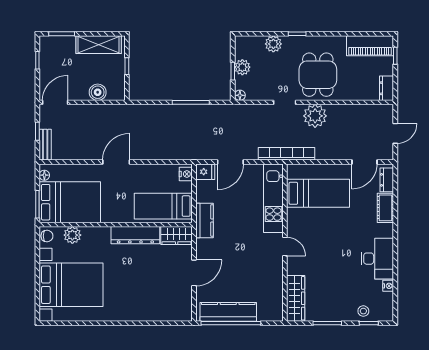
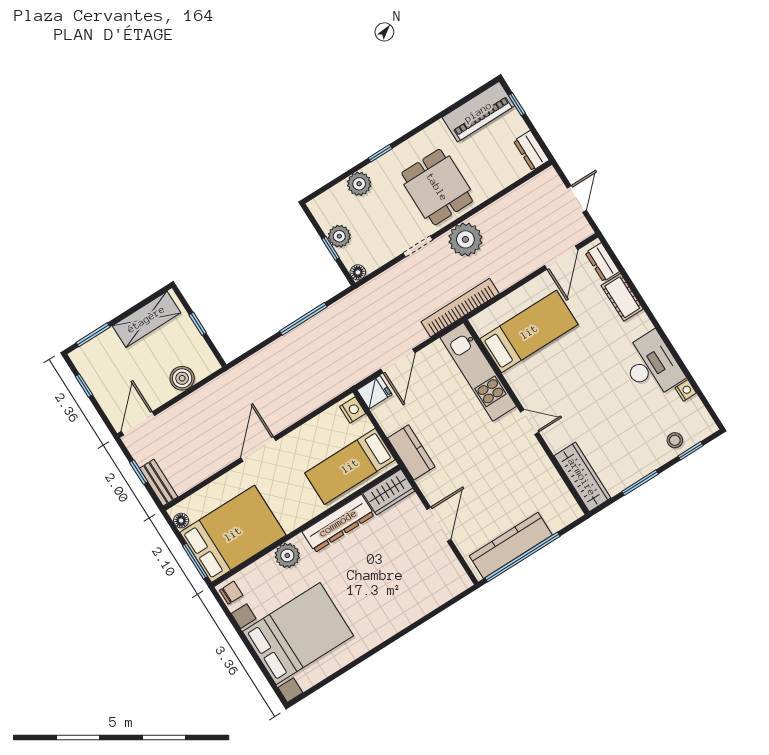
plant: (72, 235) -> (287, 555), moved

